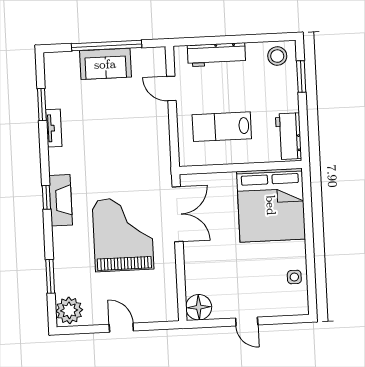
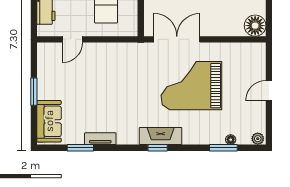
window: (107, 46) -> (34, 92), width x0.47
sofa: (105, 64) -> (49, 121), moved
floor lamp: (60, 285) -> (231, 140), added
plant: (69, 310) -> (258, 139), width x0.53, depth x0.53

